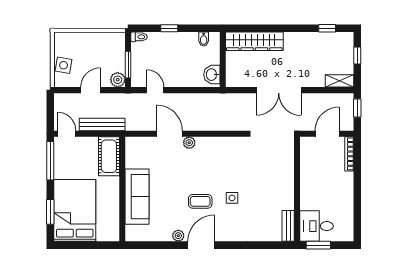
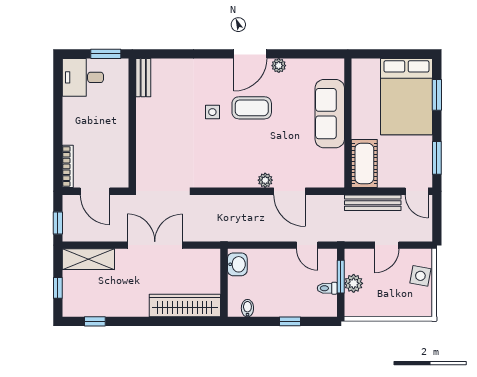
toilet: (139, 37) -> (327, 288), moved
plant: (118, 80) -> (354, 283), moved
shelving: (340, 81) -> (88, 259), width x1.50, depth x1.33
door: (327, 134) -> (95, 191), hinge flipped
window: (50, 161) -> (437, 158), width x0.69
coffee table: (200, 201) -> (252, 108), width x1.36, depth x1.30
desk: (316, 226) -> (83, 77), moved, turned 180

